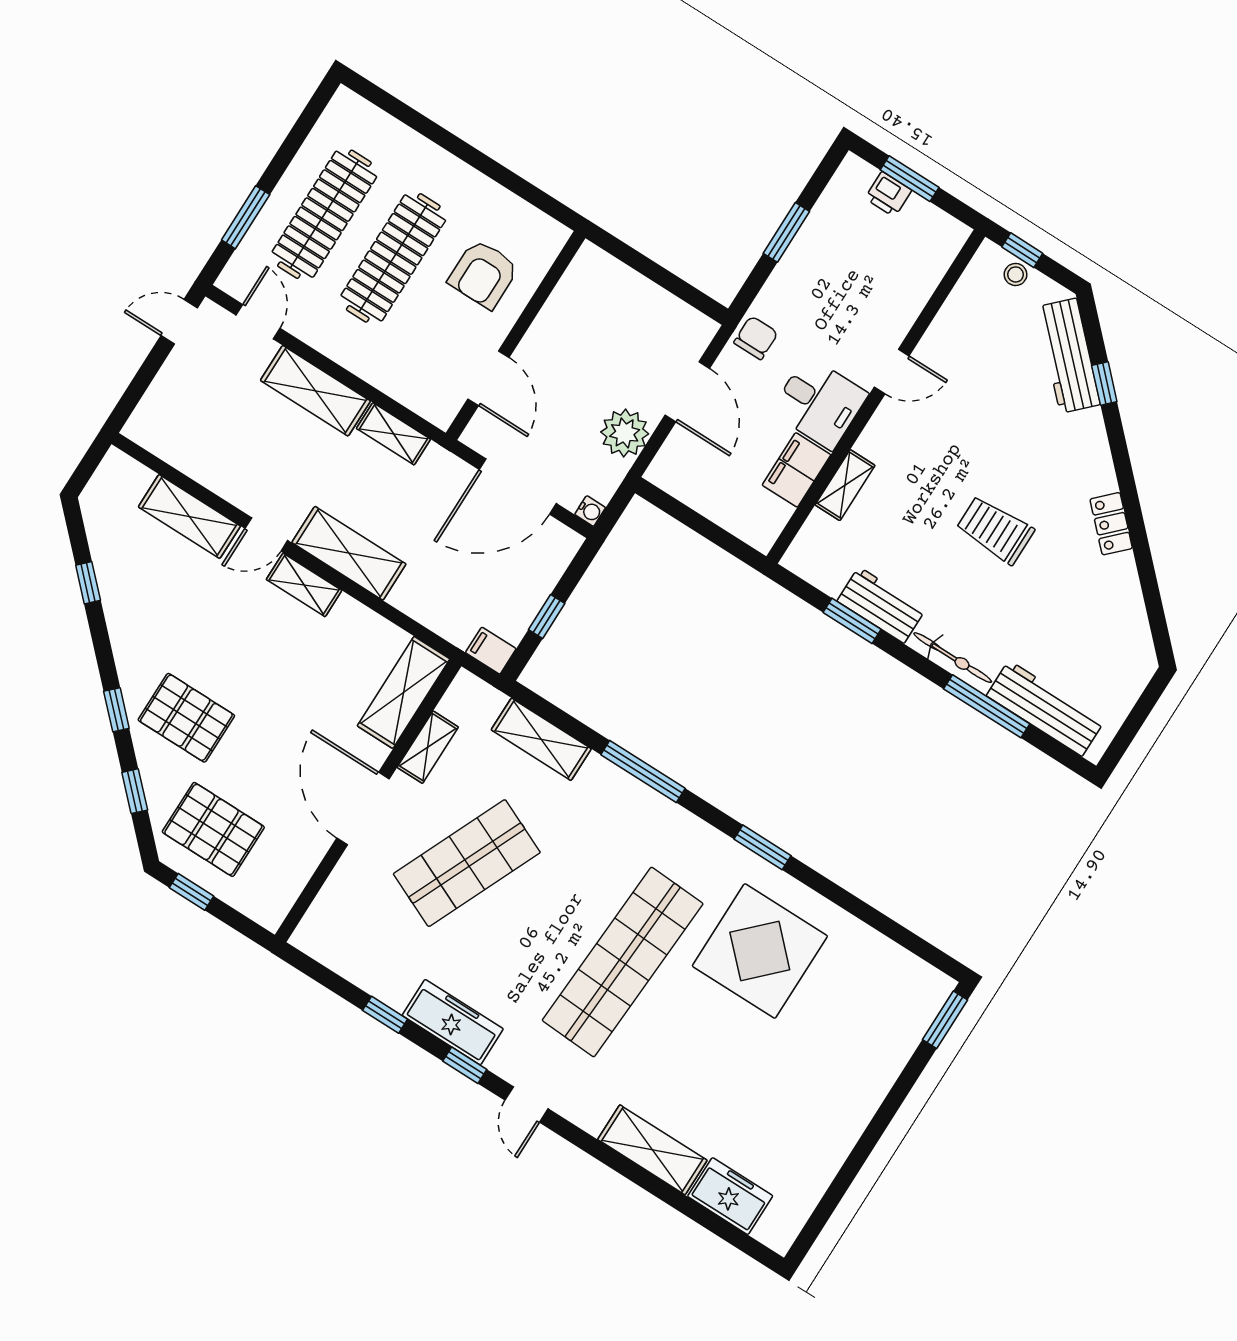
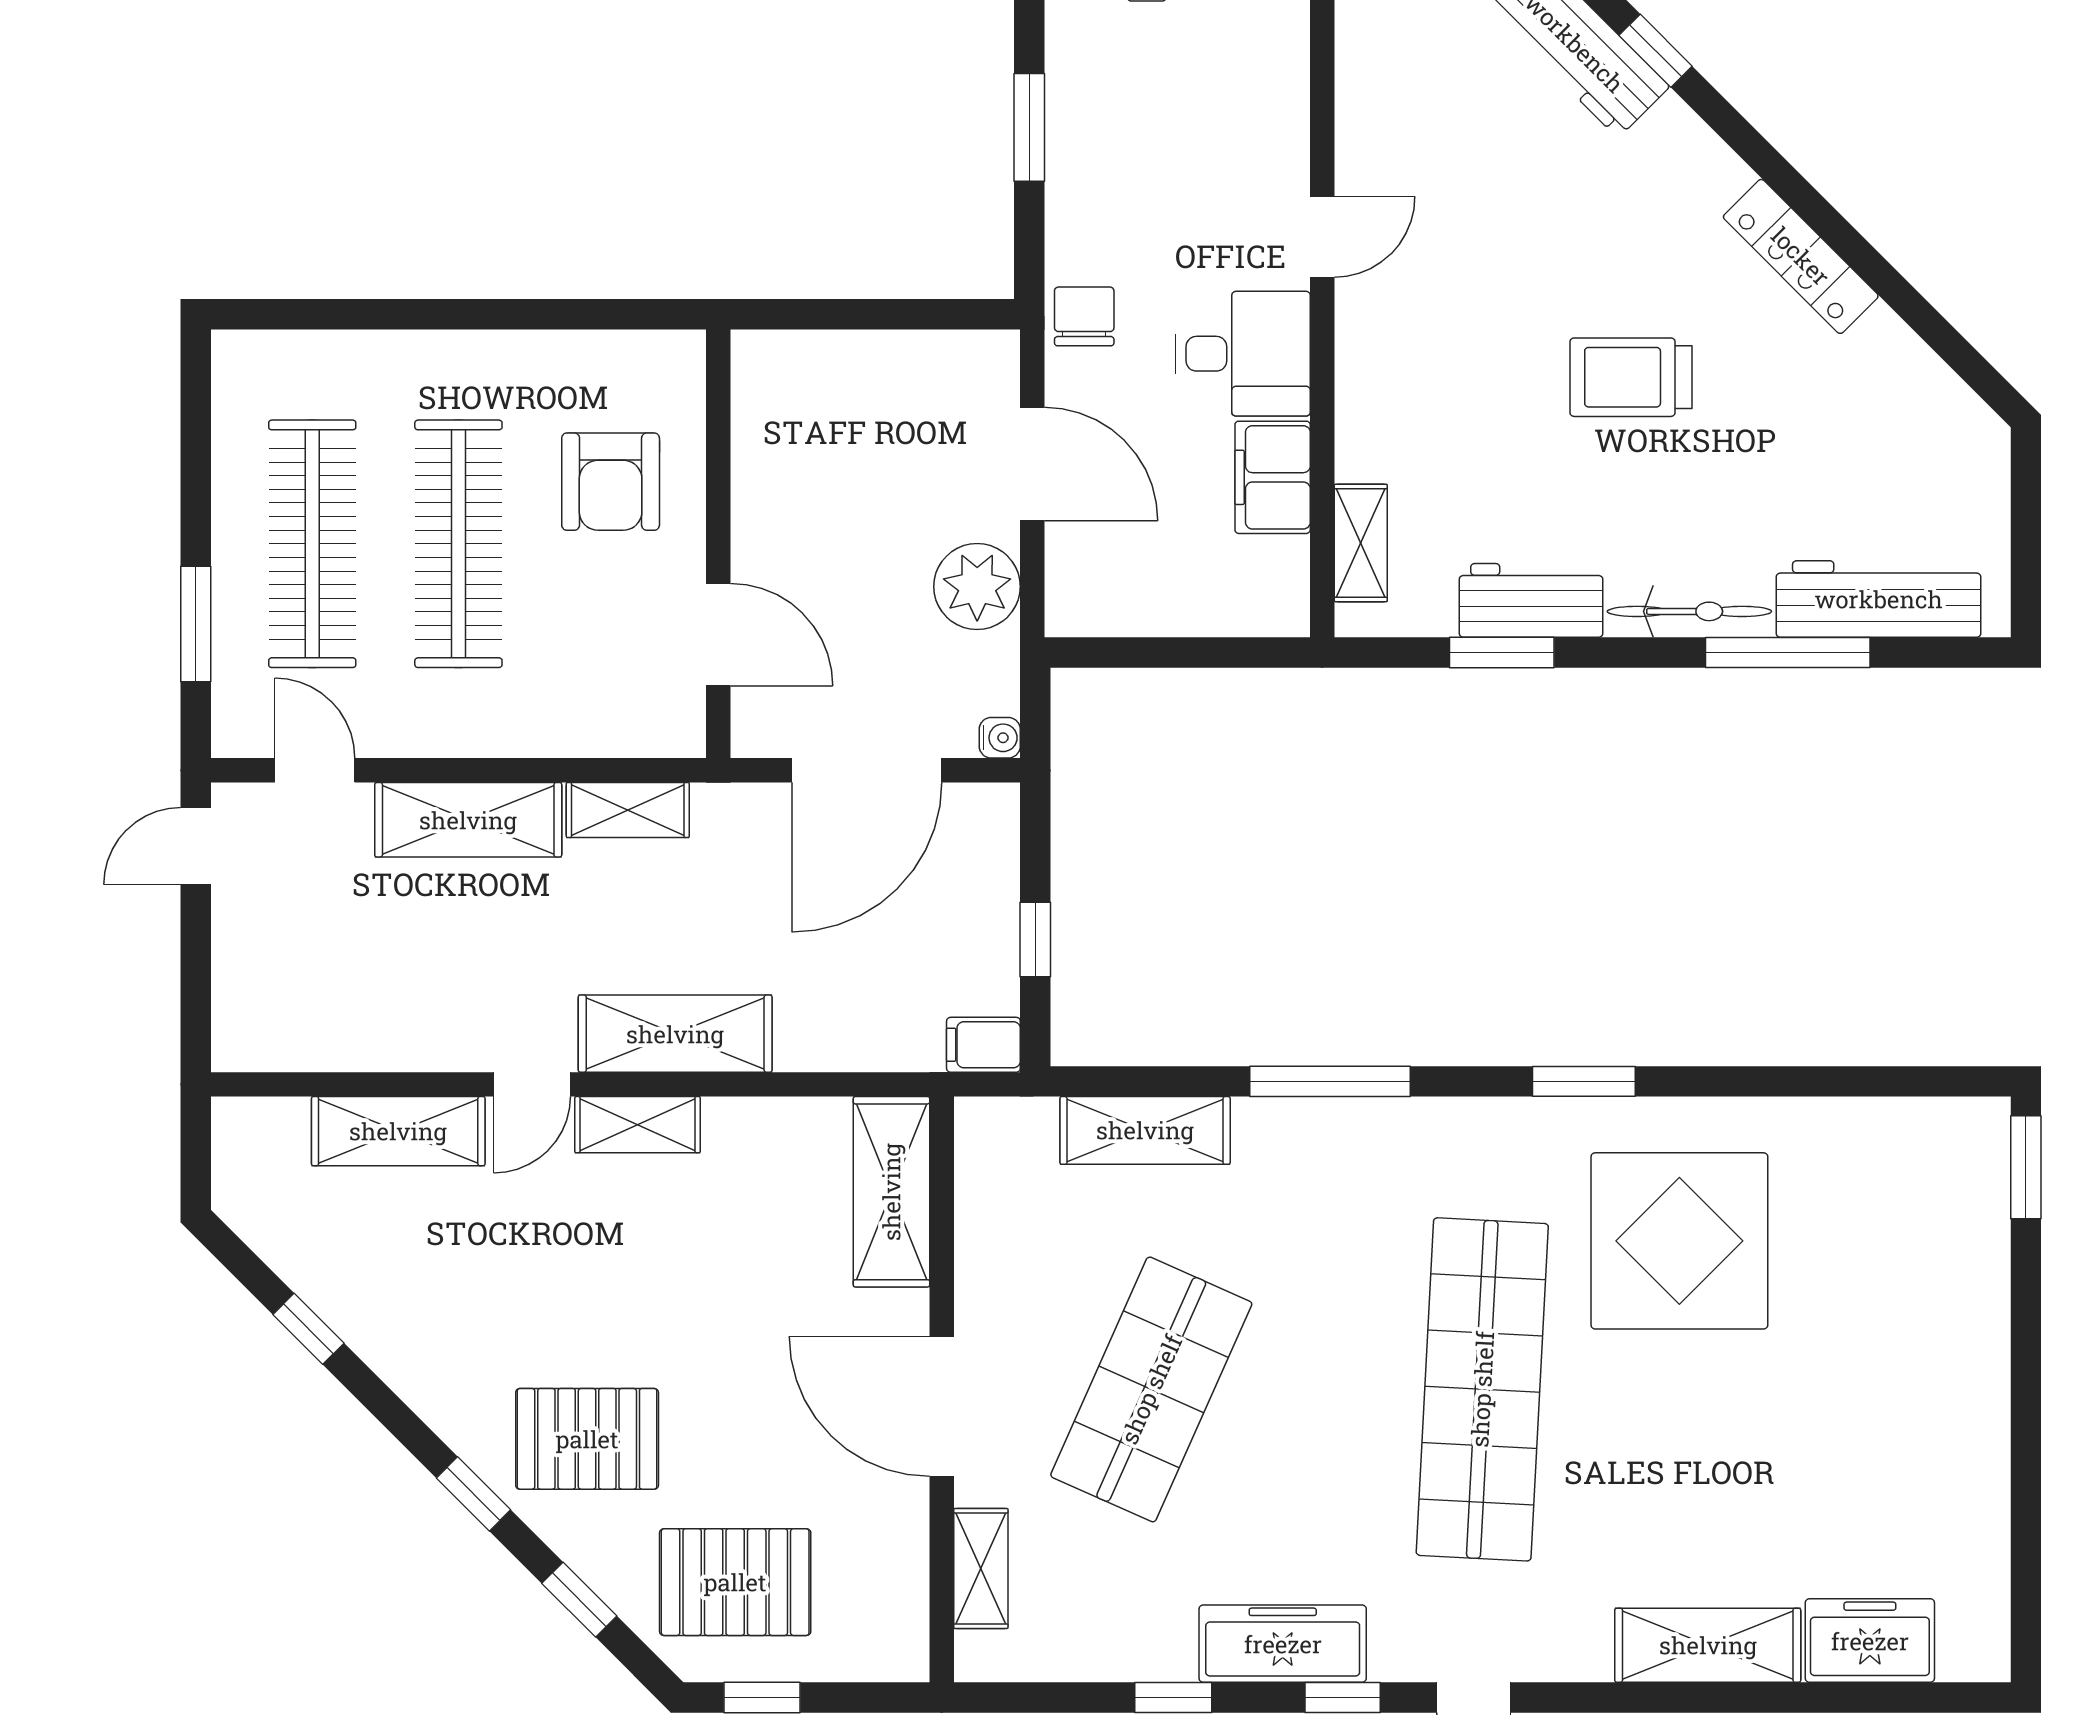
shelving: (845, 485) -> (1361, 543), moved
locker: (1111, 524) -> (1801, 256), width x1.53
shelving: (428, 747) -> (981, 1568), moved

